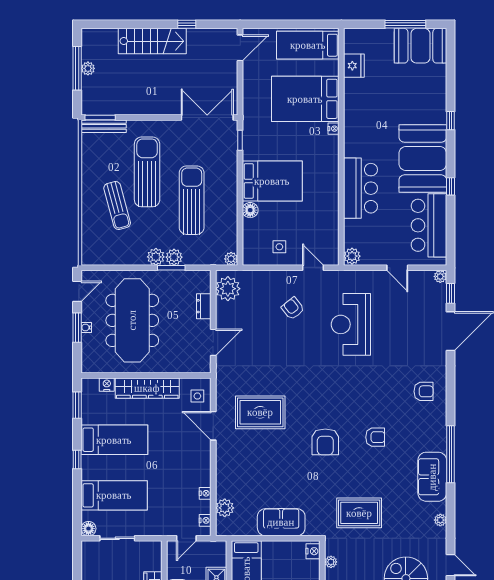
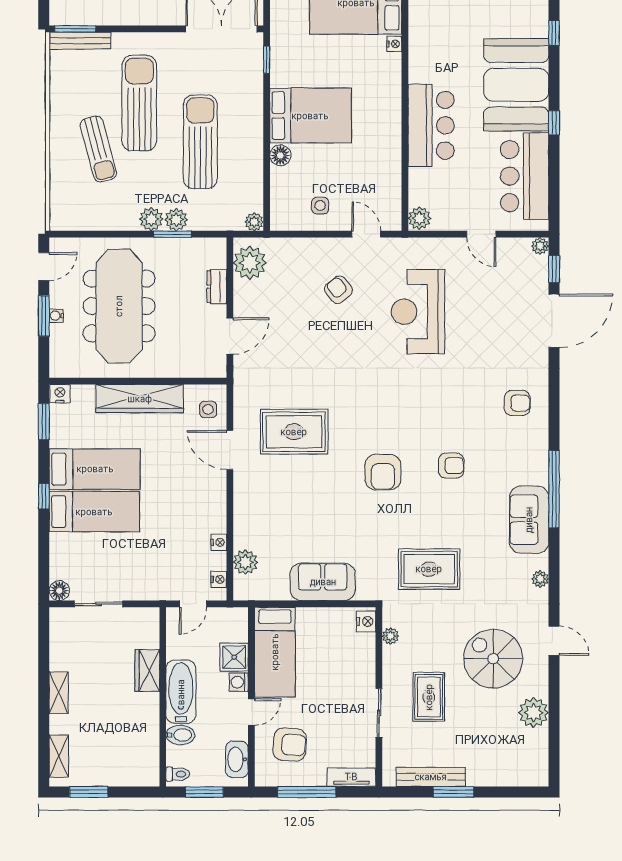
nightstand: (107, 385) -> (60, 394), moved
bed: (114, 495) -> (94, 512), moved

